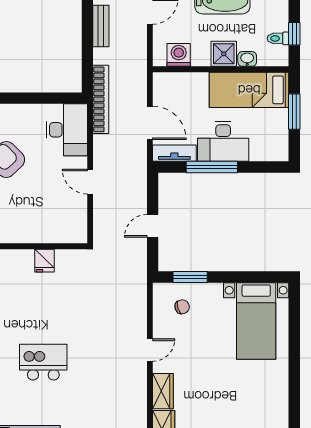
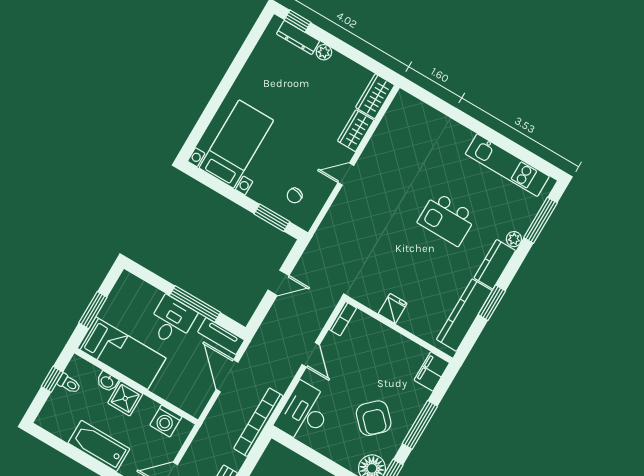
desk: (223, 141) -> (172, 321), width x0.73
bookcase: (81, 228) -> (343, 319), added
chair: (182, 307) -> (295, 195), turned -59

